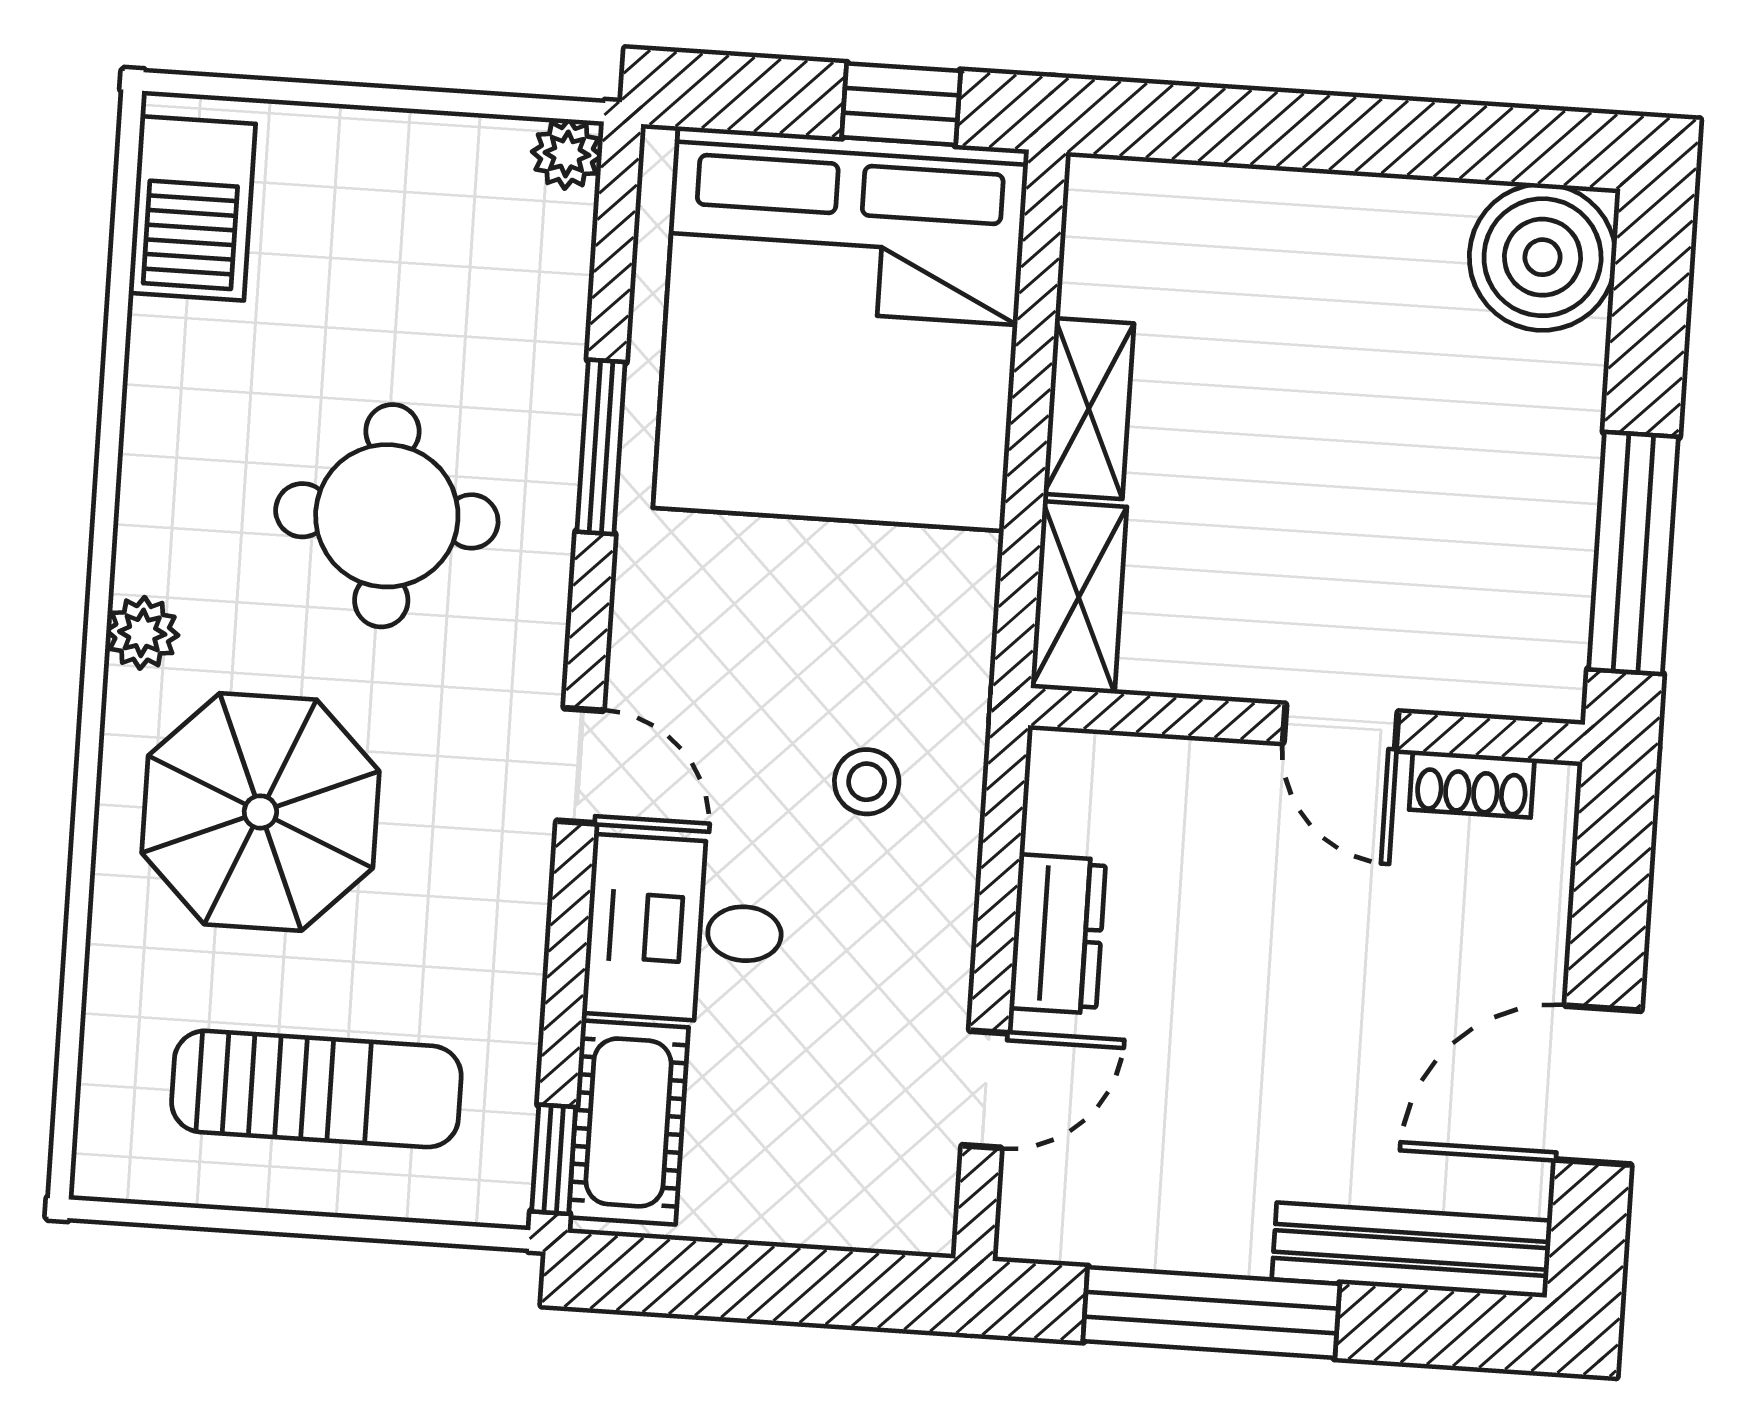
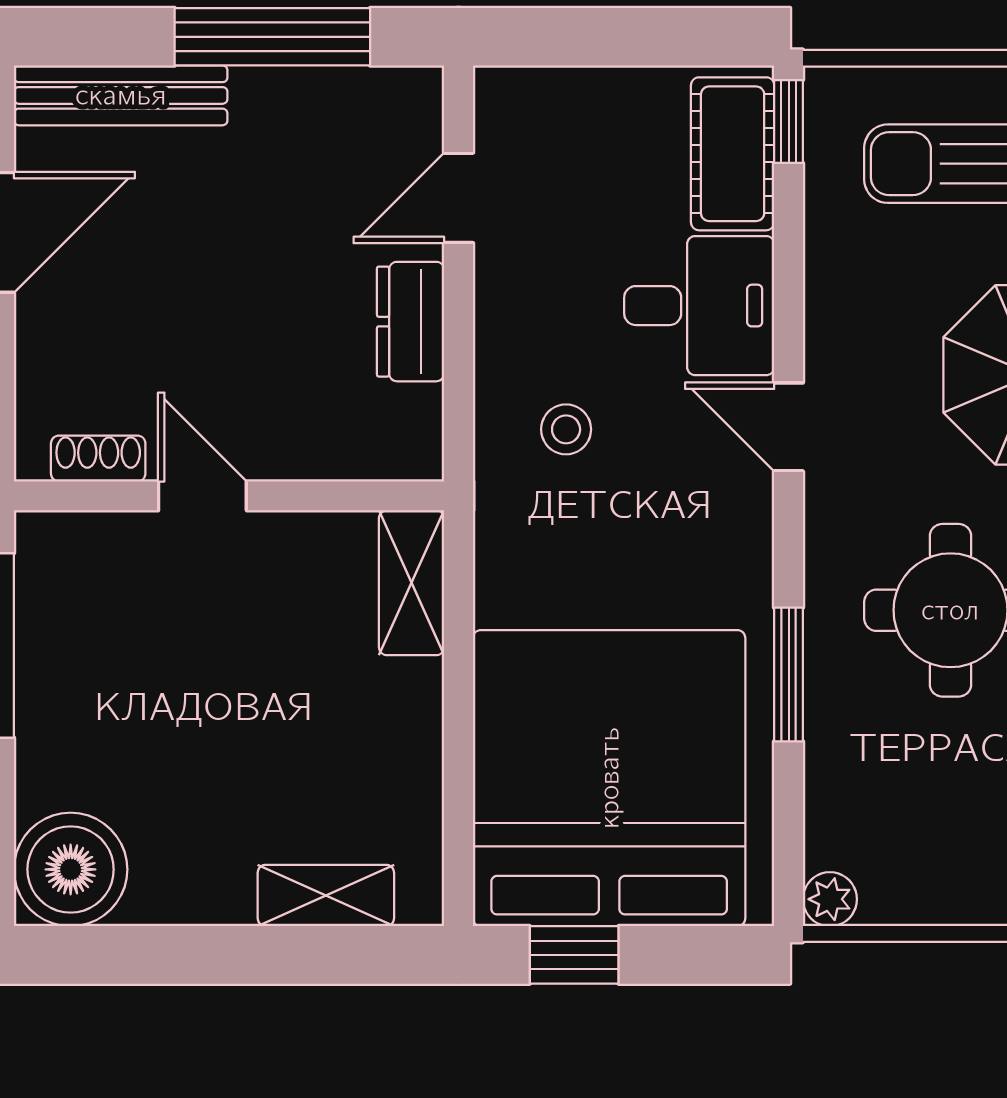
shelving: (1089, 409) -> (326, 896), moved, turned 90

